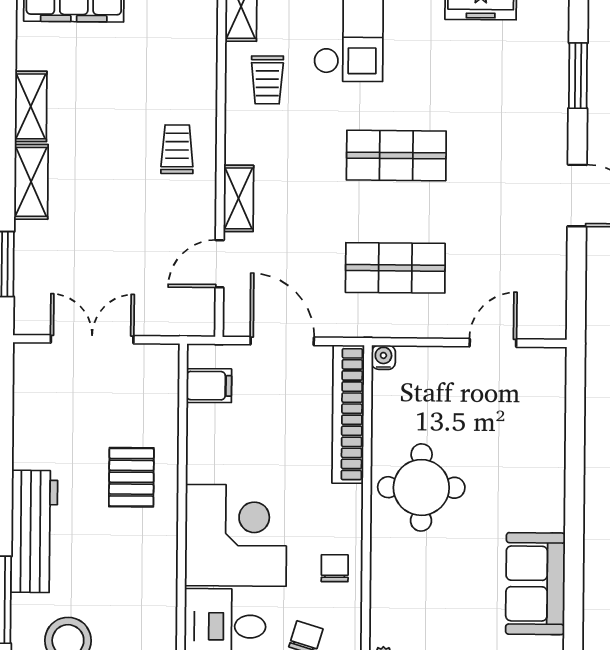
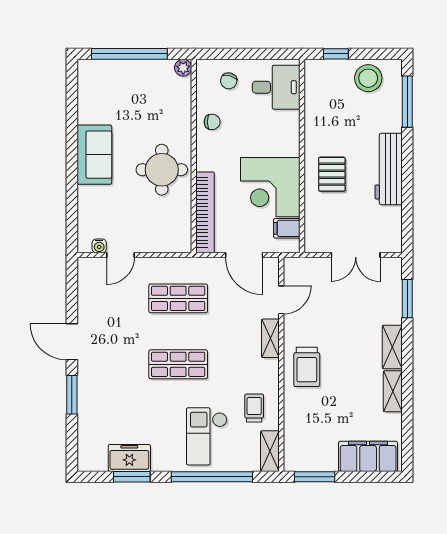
window: (578, 76) -> (72, 395), moved
trolley: (177, 149) -> (307, 367), width x1.36, depth x1.39
water cooler: (383, 357) -> (99, 246), moved
workbench: (34, 531) -> (389, 169), moved
corner desk: (236, 535) -> (270, 187), moved
chair: (335, 568) -> (212, 122), turned -90
sofa: (535, 584) -> (94, 155), moved

